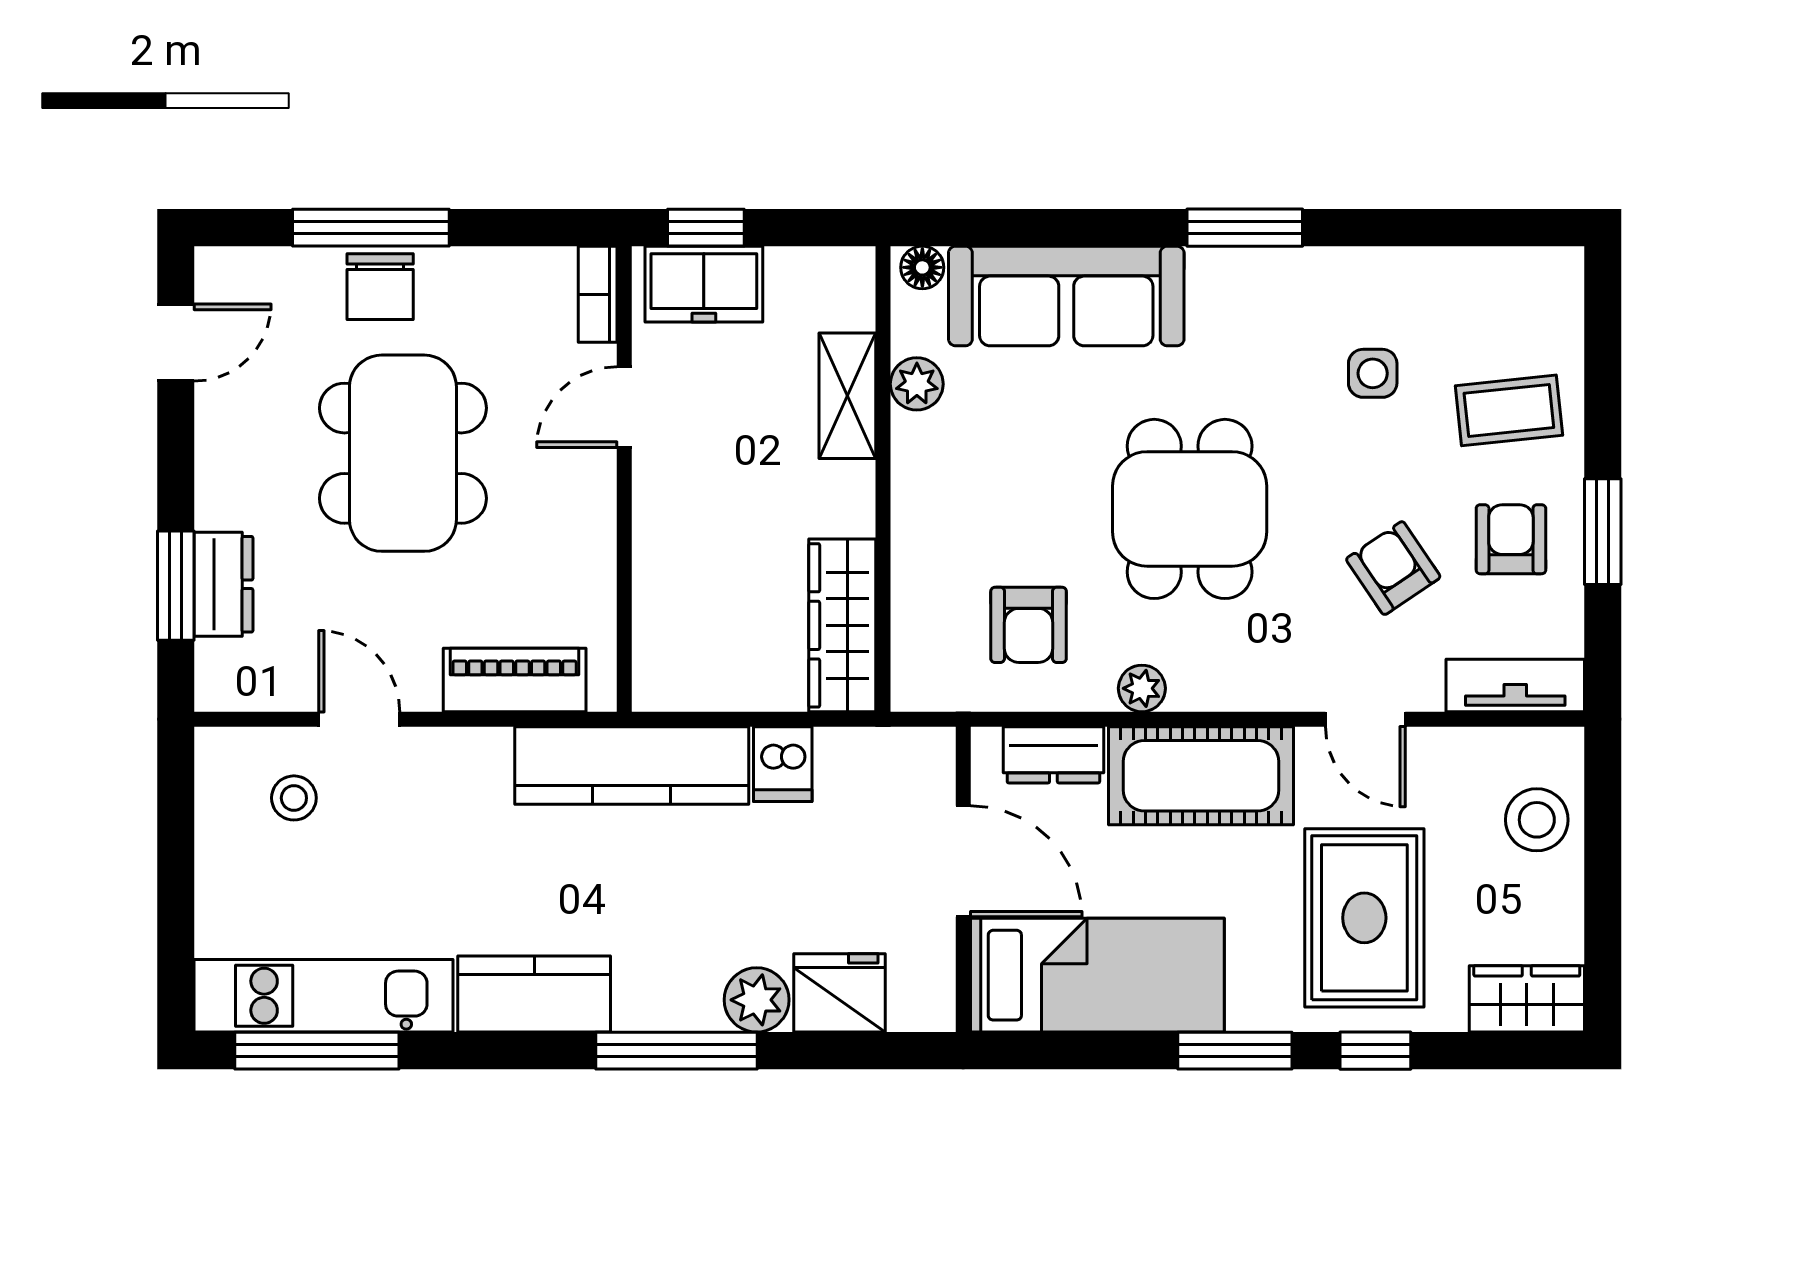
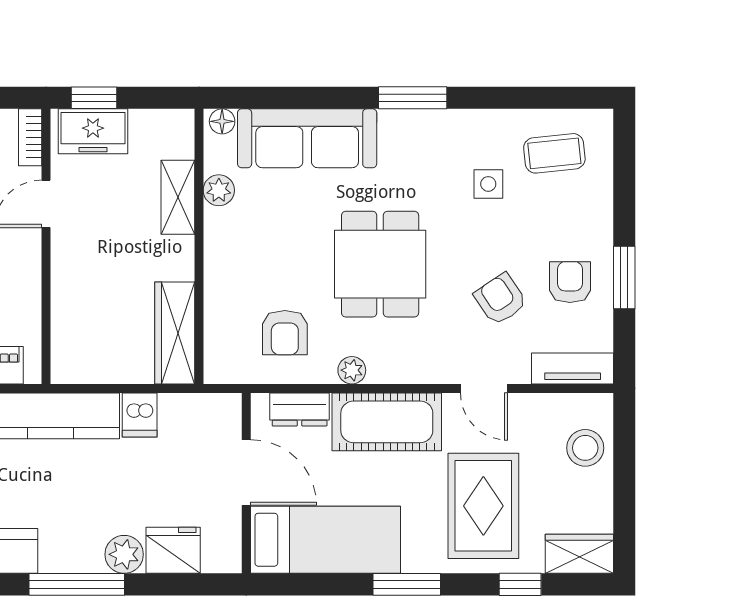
coffee table: (1509, 410) -> (554, 153), moved
window: (1375, 1051) -> (520, 584), moved

